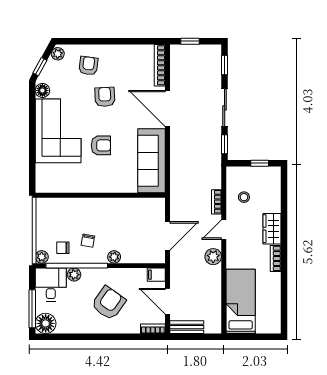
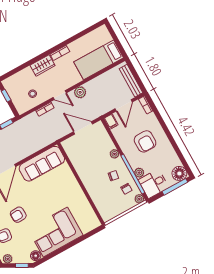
armchair: (101, 145) -> (50, 200), removed
armchair: (109, 303) -> (145, 141), turned -125
bench: (187, 327) -> (131, 81), width x1.36

